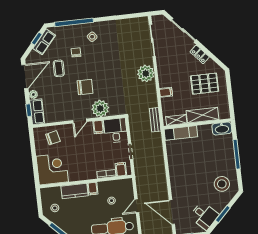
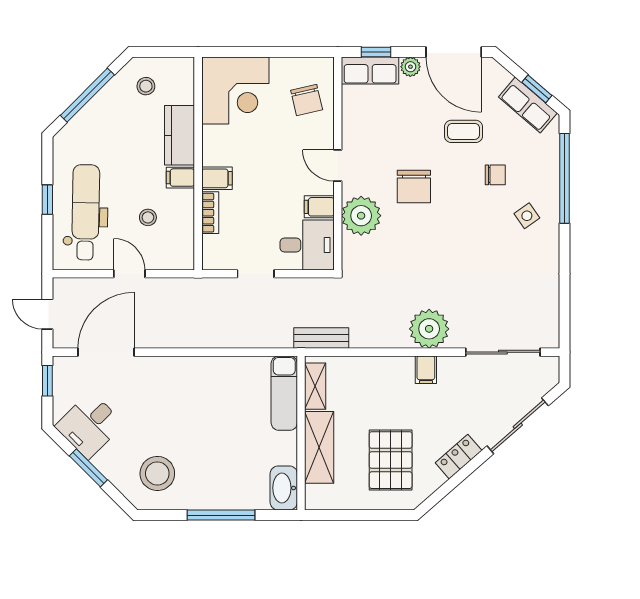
filing cabinet: (166, 92) -> (426, 370), moved
filing cabinet: (121, 169) -> (217, 178), moved

